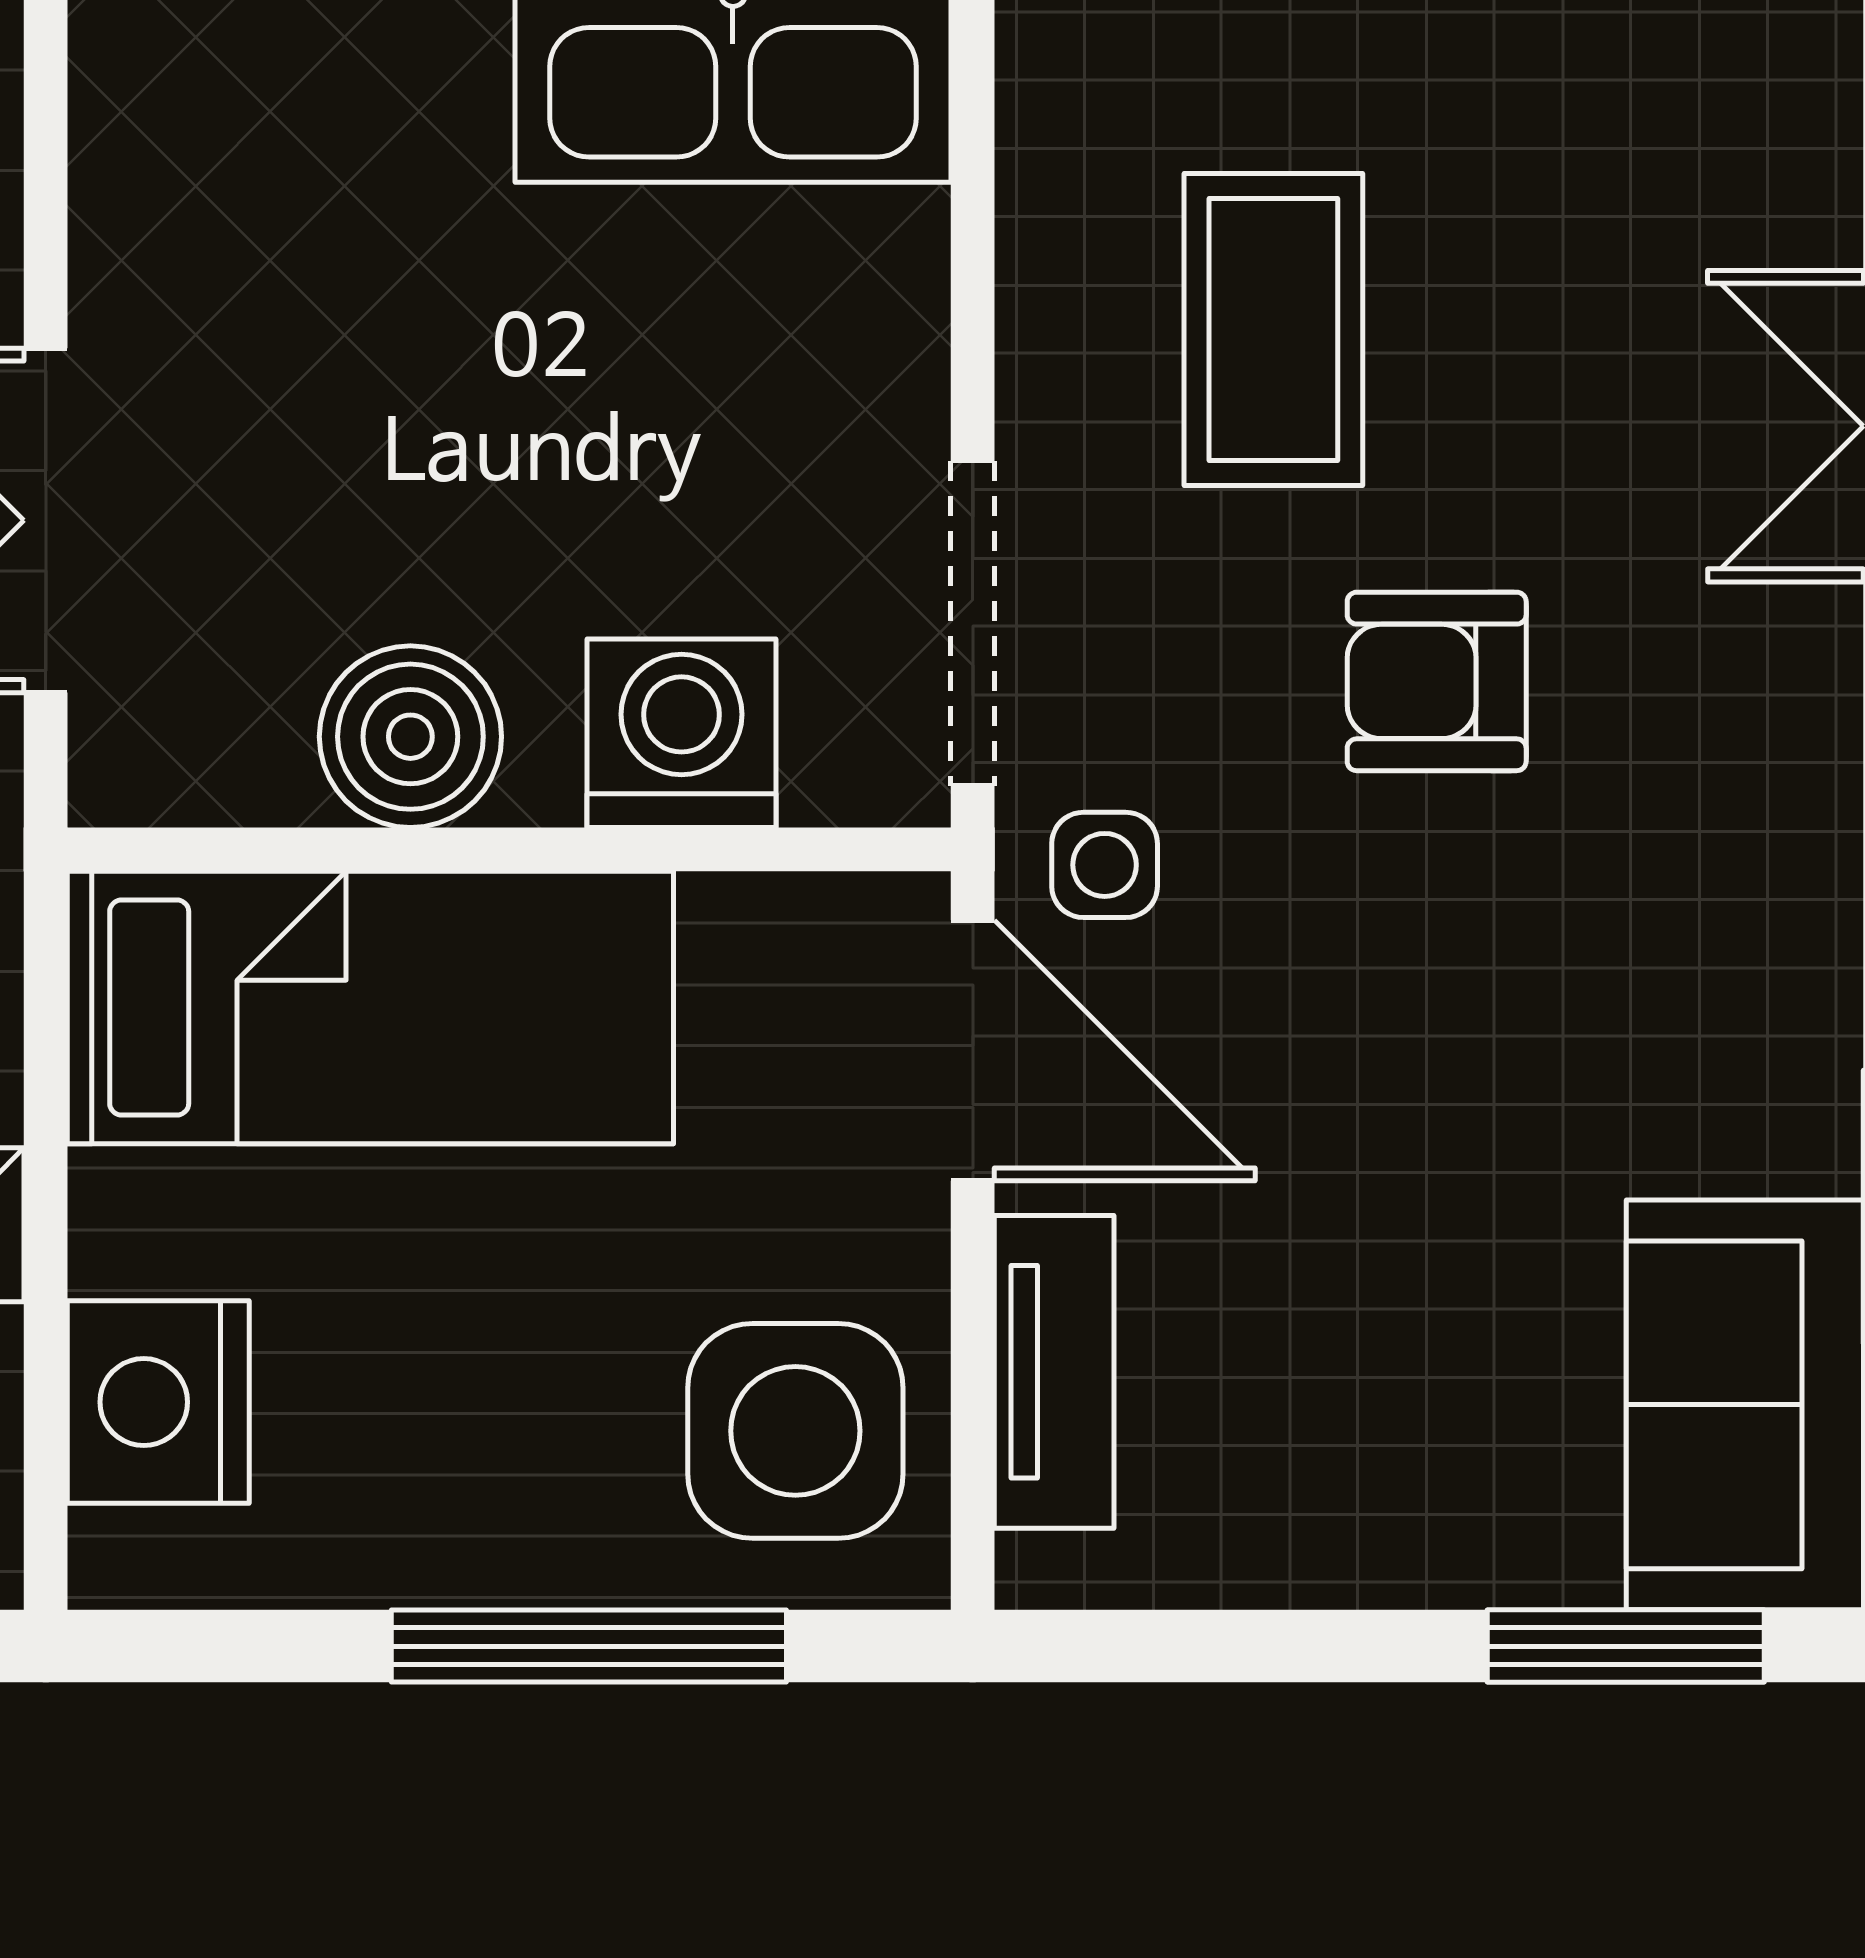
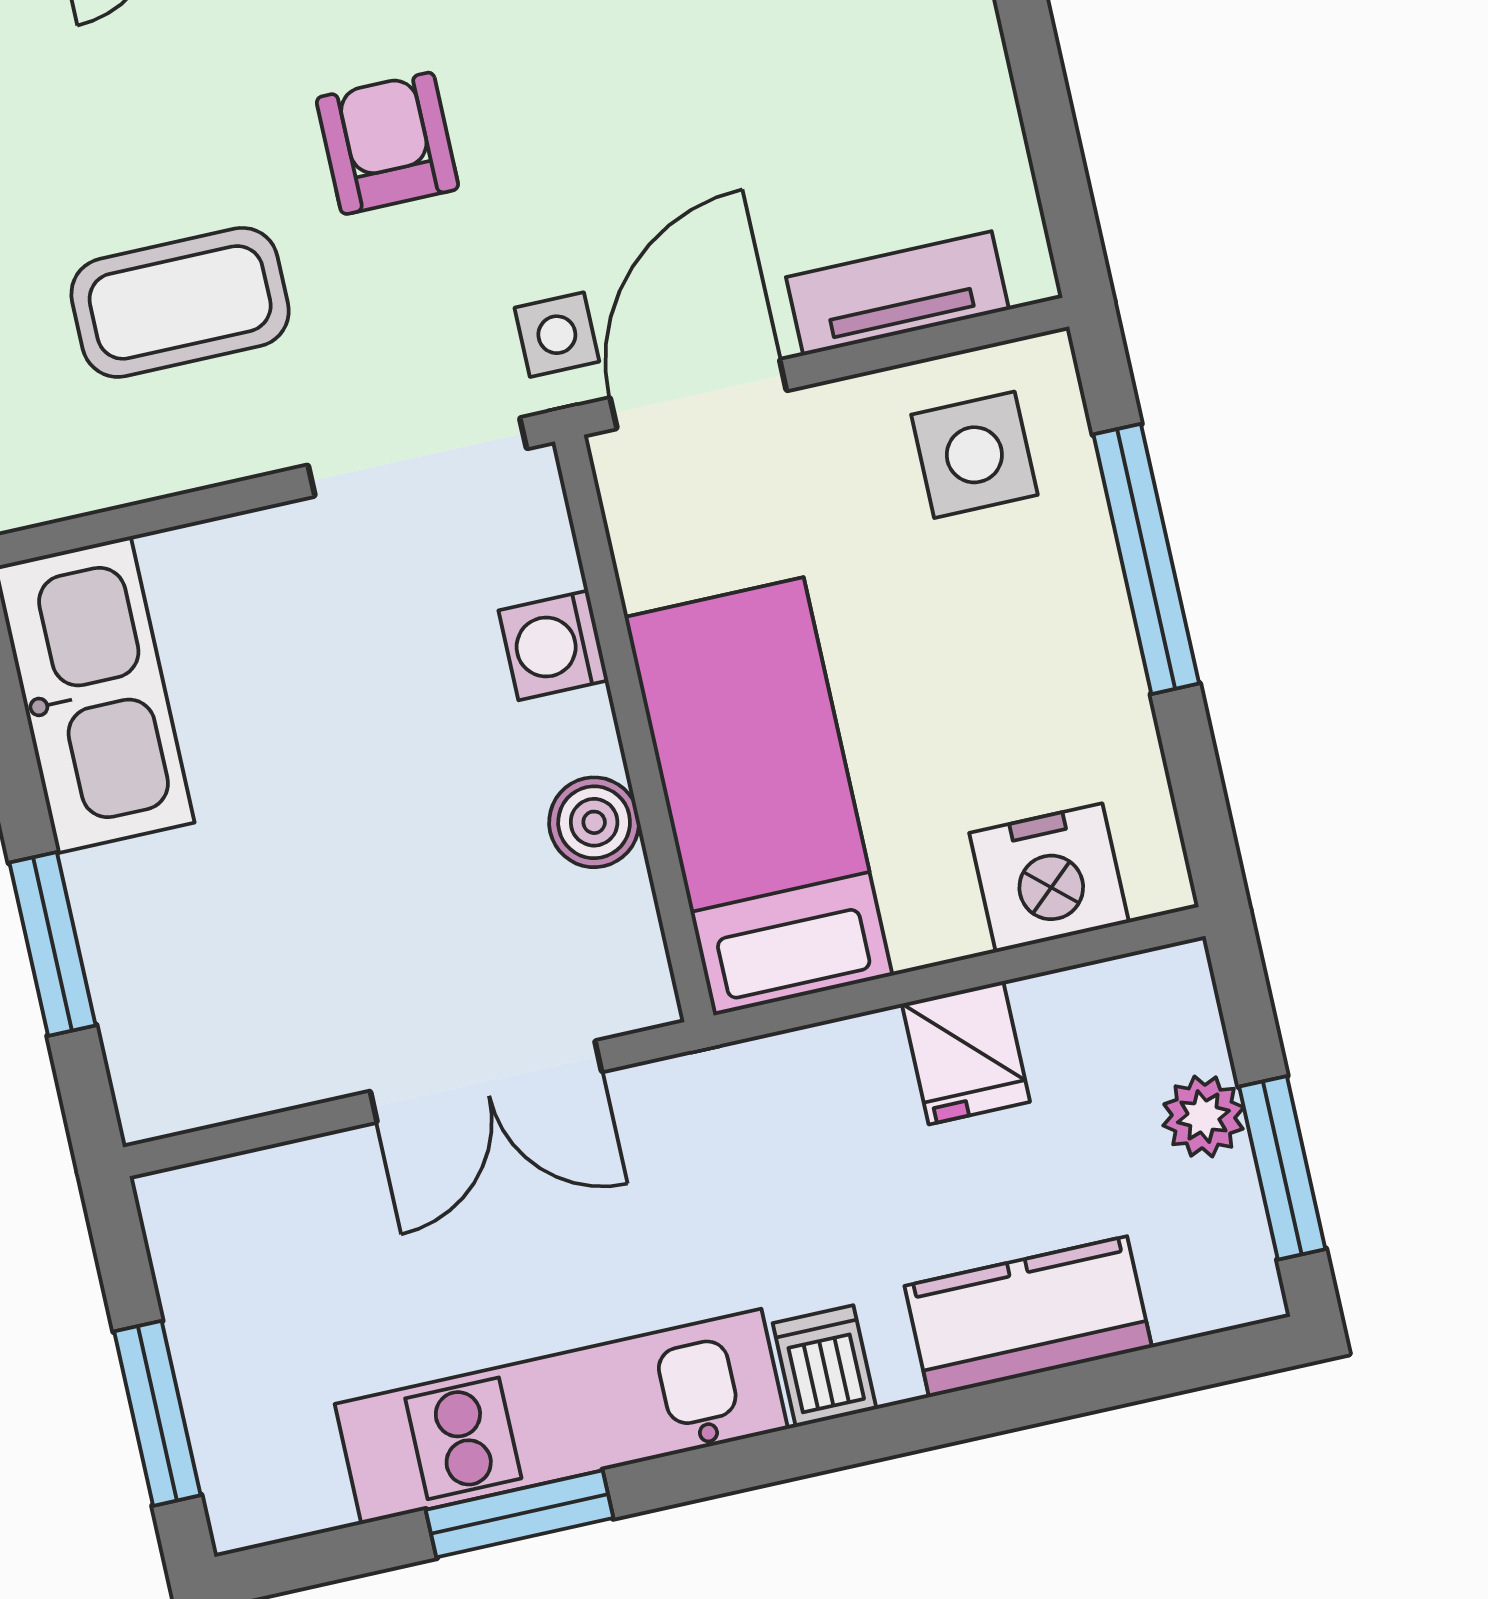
armchair: (1437, 681) -> (387, 143), turned 180
washing machine: (681, 733) -> (553, 645), width x0.73, depth x0.73
boiler: (410, 737) -> (594, 822), width x0.73, depth x0.73
side table: (795, 1431) -> (974, 455), width x0.73, depth x0.73

